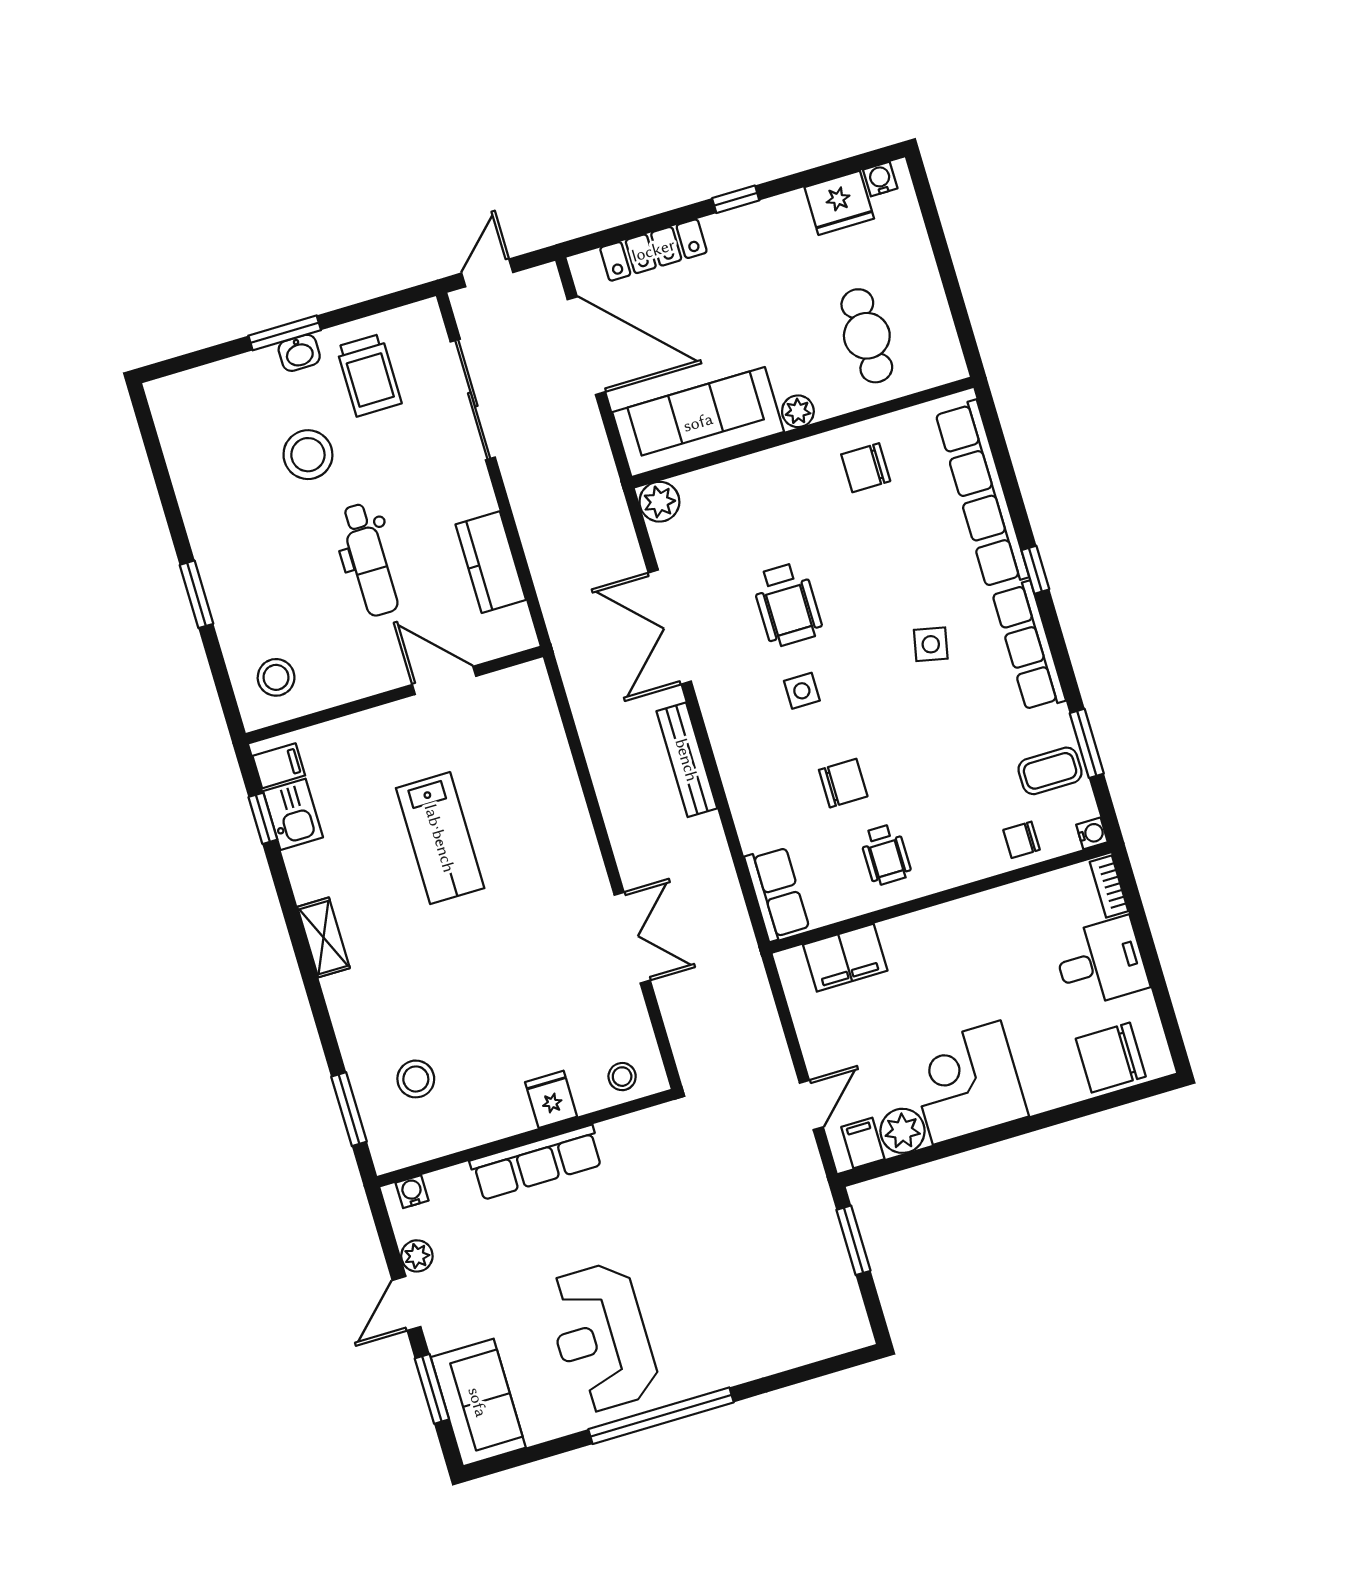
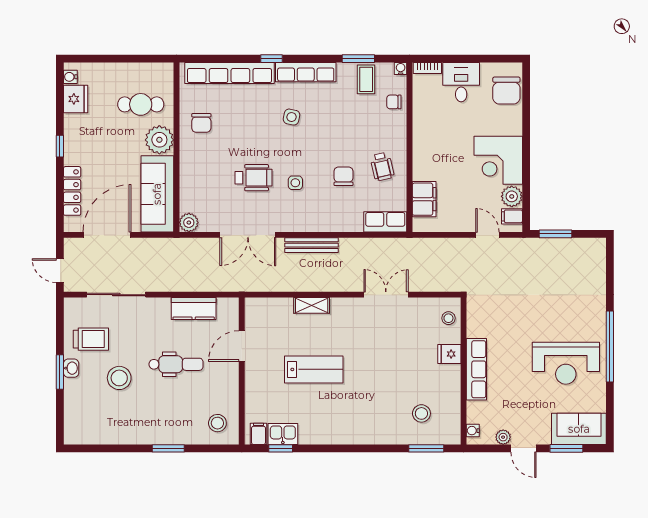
plant: (798, 411) -> (159, 140), width x1.88, depth x1.88
chair: (1021, 840) -> (394, 102), turned 90
wheelchair: (885, 855) -> (382, 167), turned 77
shelving: (324, 937) -> (312, 305), moved

